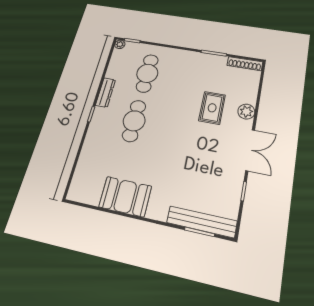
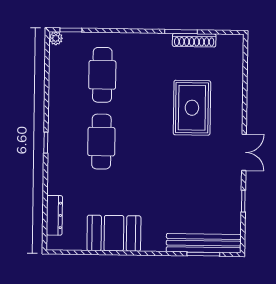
shoe rack: (245, 64) -> (194, 40), moved
dresser: (106, 92) -> (54, 215), moved
rug: (212, 108) -> (192, 108), width x1.36, depth x1.43
plant: (246, 112) -> (233, 105), removed
double door: (250, 150) -> (244, 152), width x0.73

